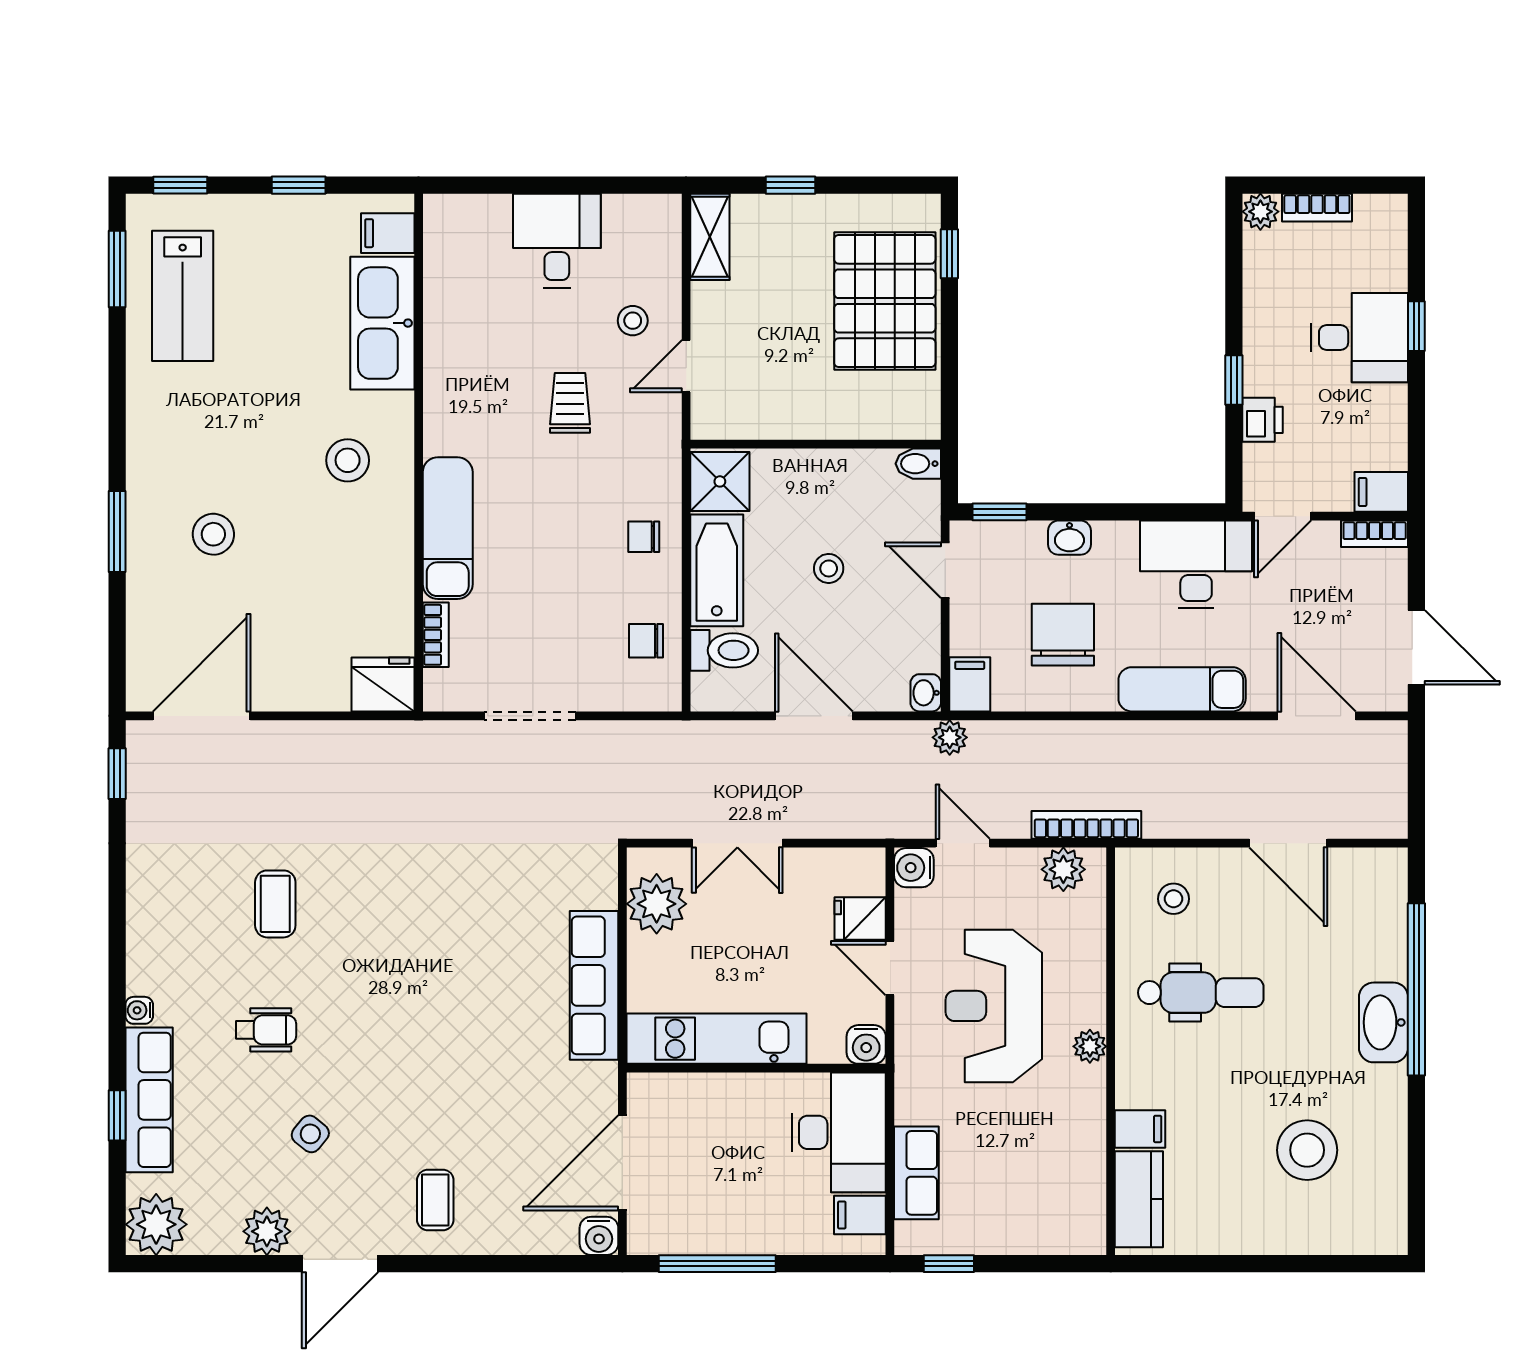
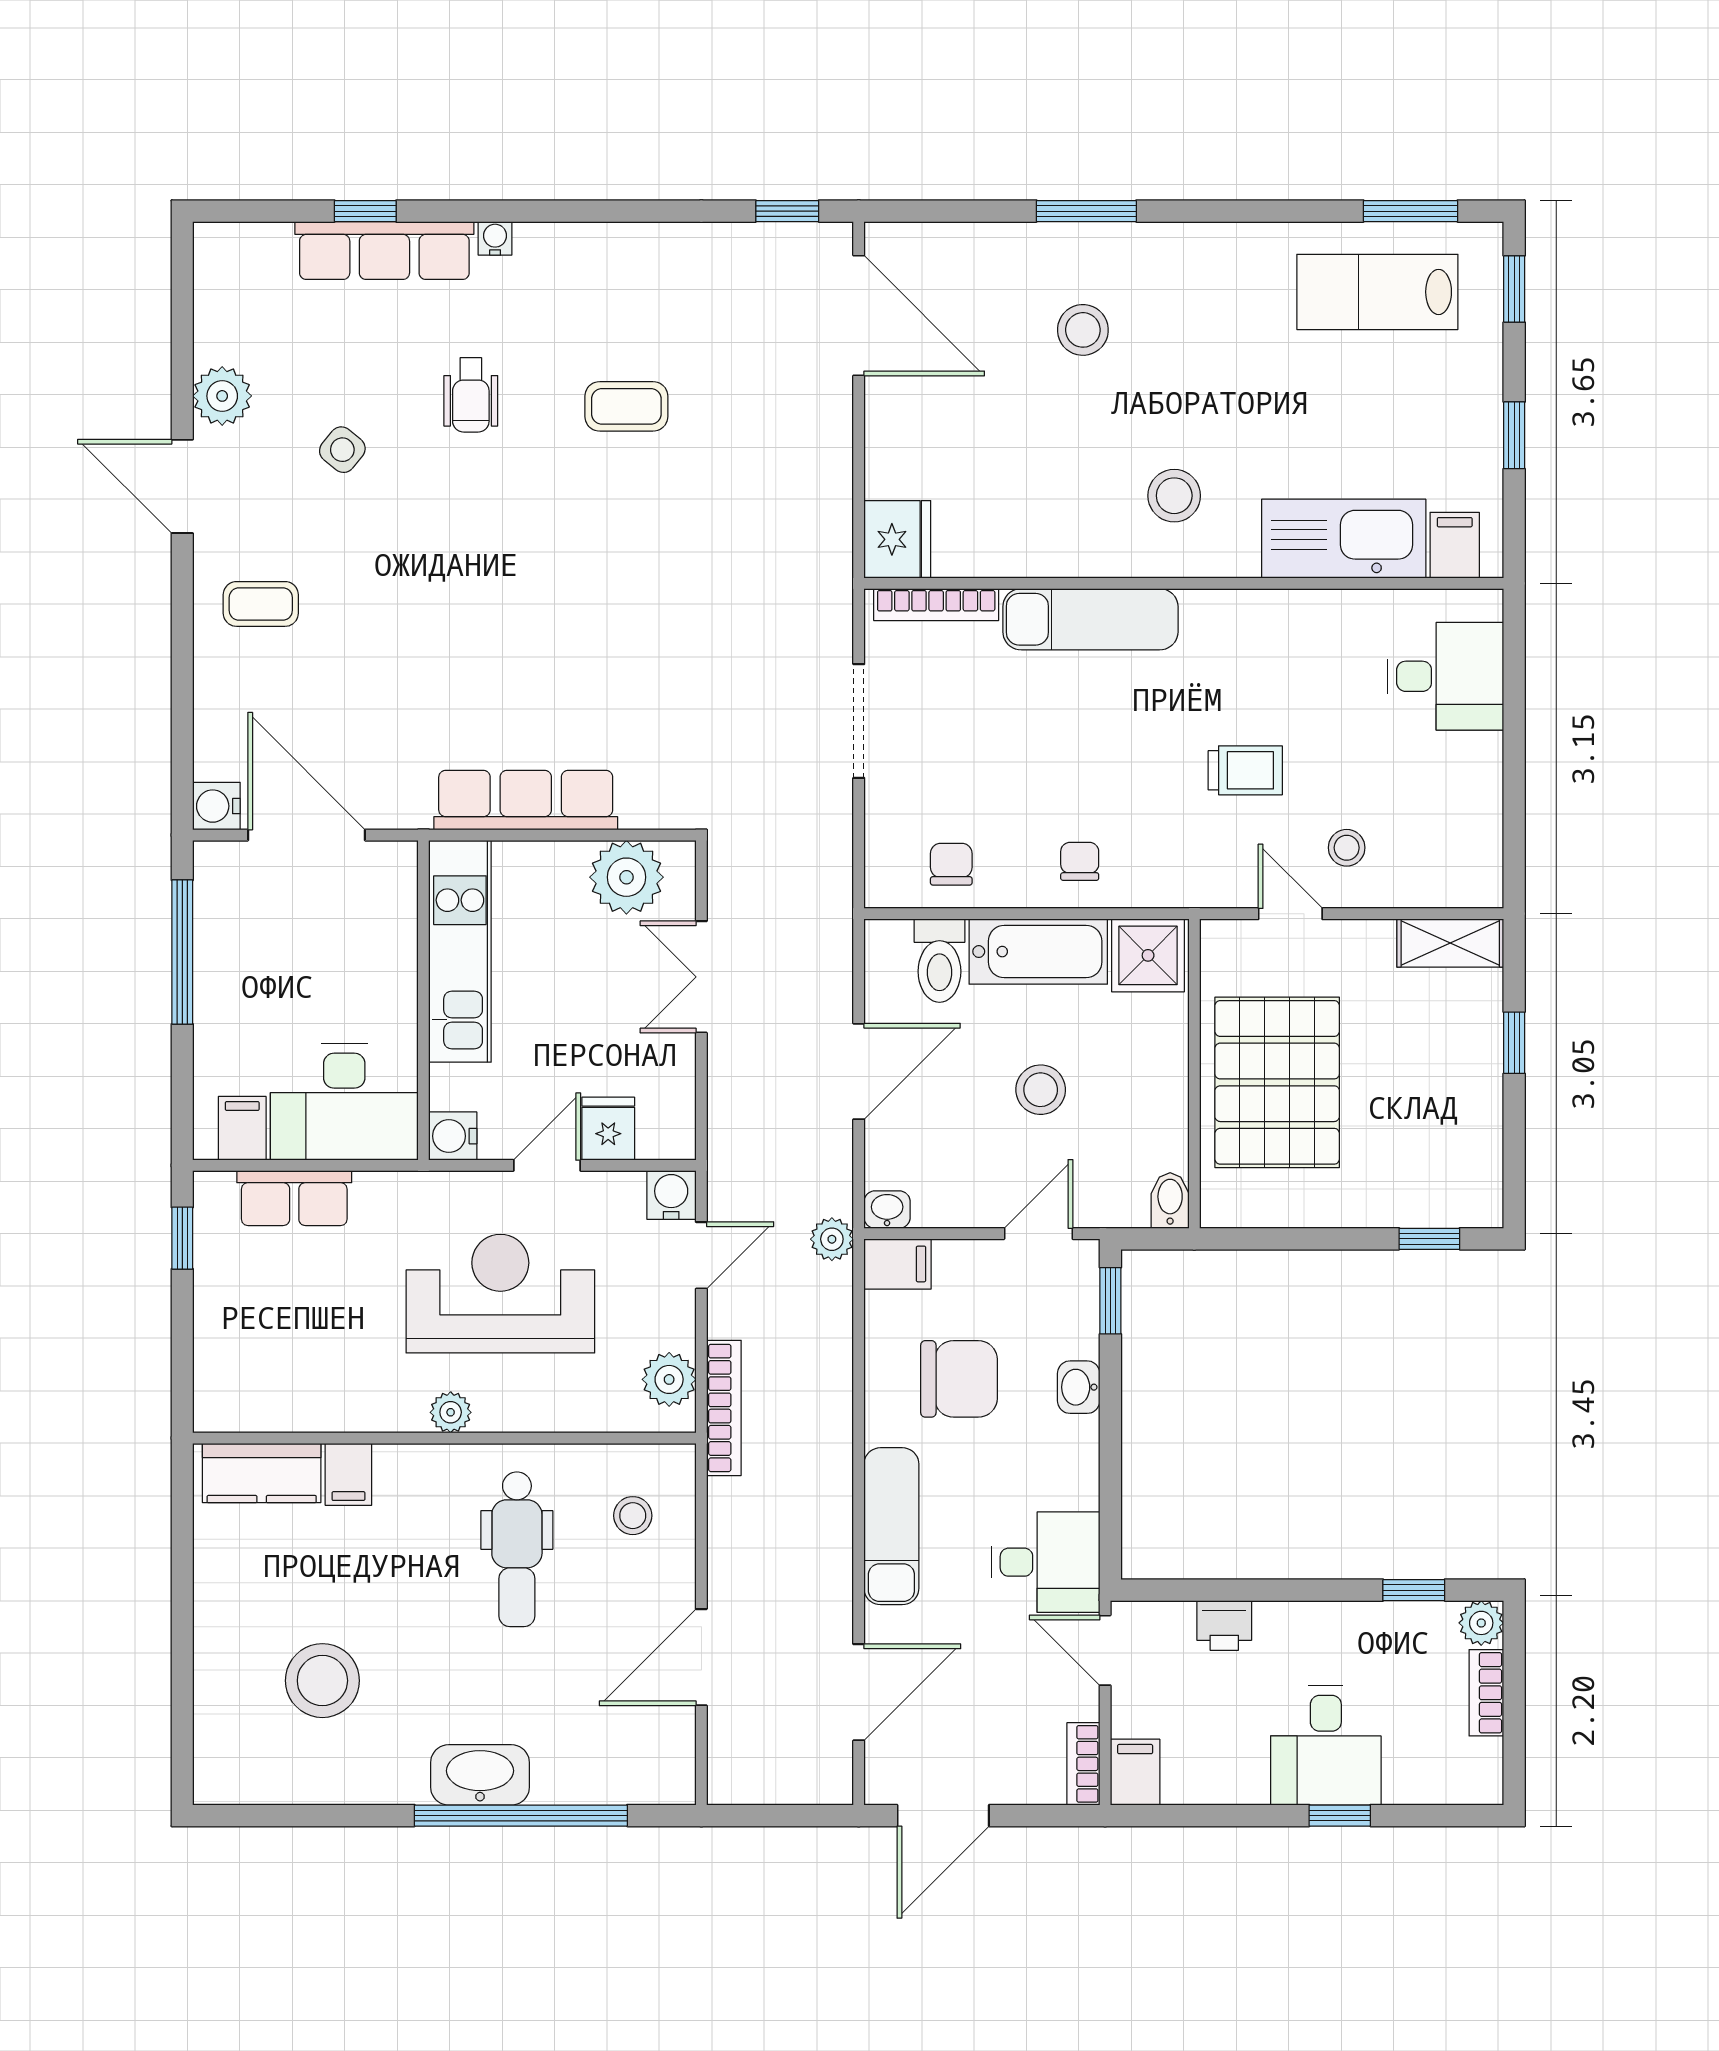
desk: (557, 241) -> (1445, 676), moved
pallet: (885, 301) -> (1277, 1082), moved, turned 90
window: (1234, 380) -> (1414, 1590), moved
desk: (1196, 564) -> (1046, 1562), width x0.73
stool: (829, 568) -> (1041, 1090), width x1.37, depth x1.37
bookcase: (436, 635) -> (936, 605), width x1.56
plant: (156, 1224) -> (231, 259), removed

